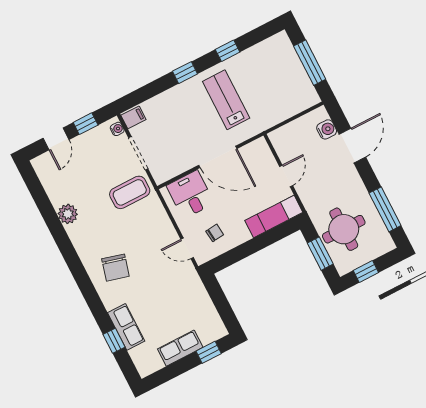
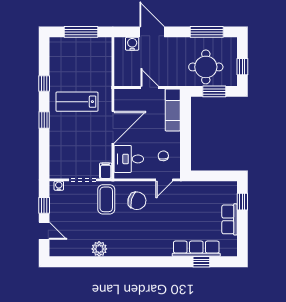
filing cabinet: (133, 117) -> (106, 171), moved
chair: (115, 268) -> (137, 201), moved
row of seats: (126, 327) -> (196, 249), width x1.48

